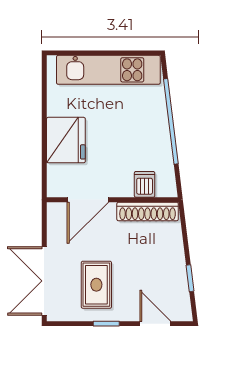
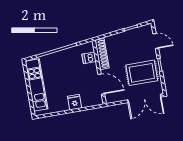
fridge: (66, 140) -> (75, 102), width x0.53, depth x0.75
rug: (96, 285) -> (142, 73), width x1.36, depth x1.43
door: (155, 324) -> (156, 41), swing flipped

